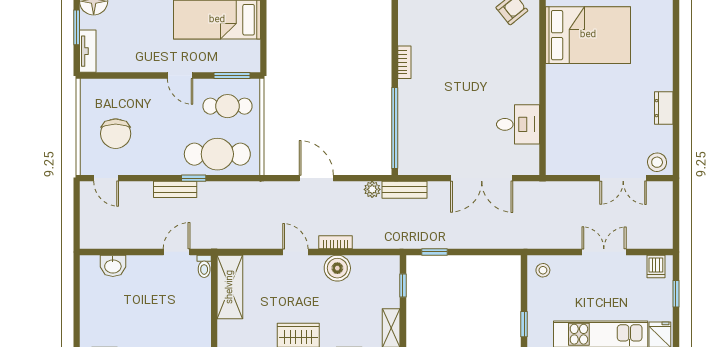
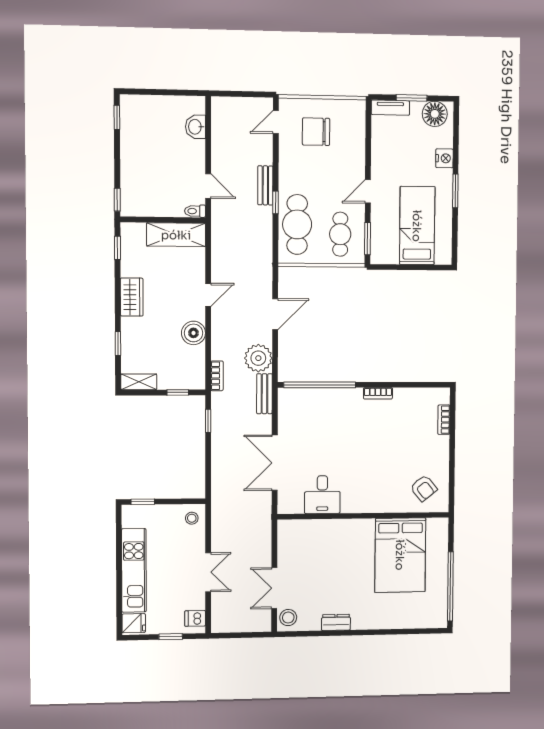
plant: (372, 189) -> (258, 358), width x1.87, depth x1.87
bookcase: (336, 242) -> (217, 376), moved

